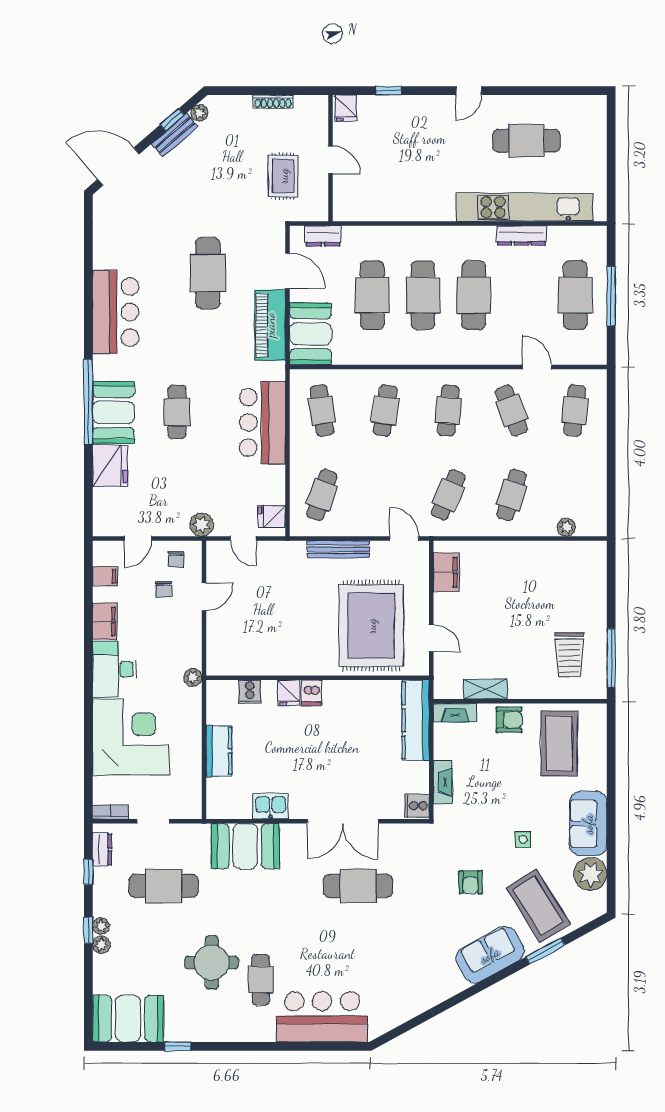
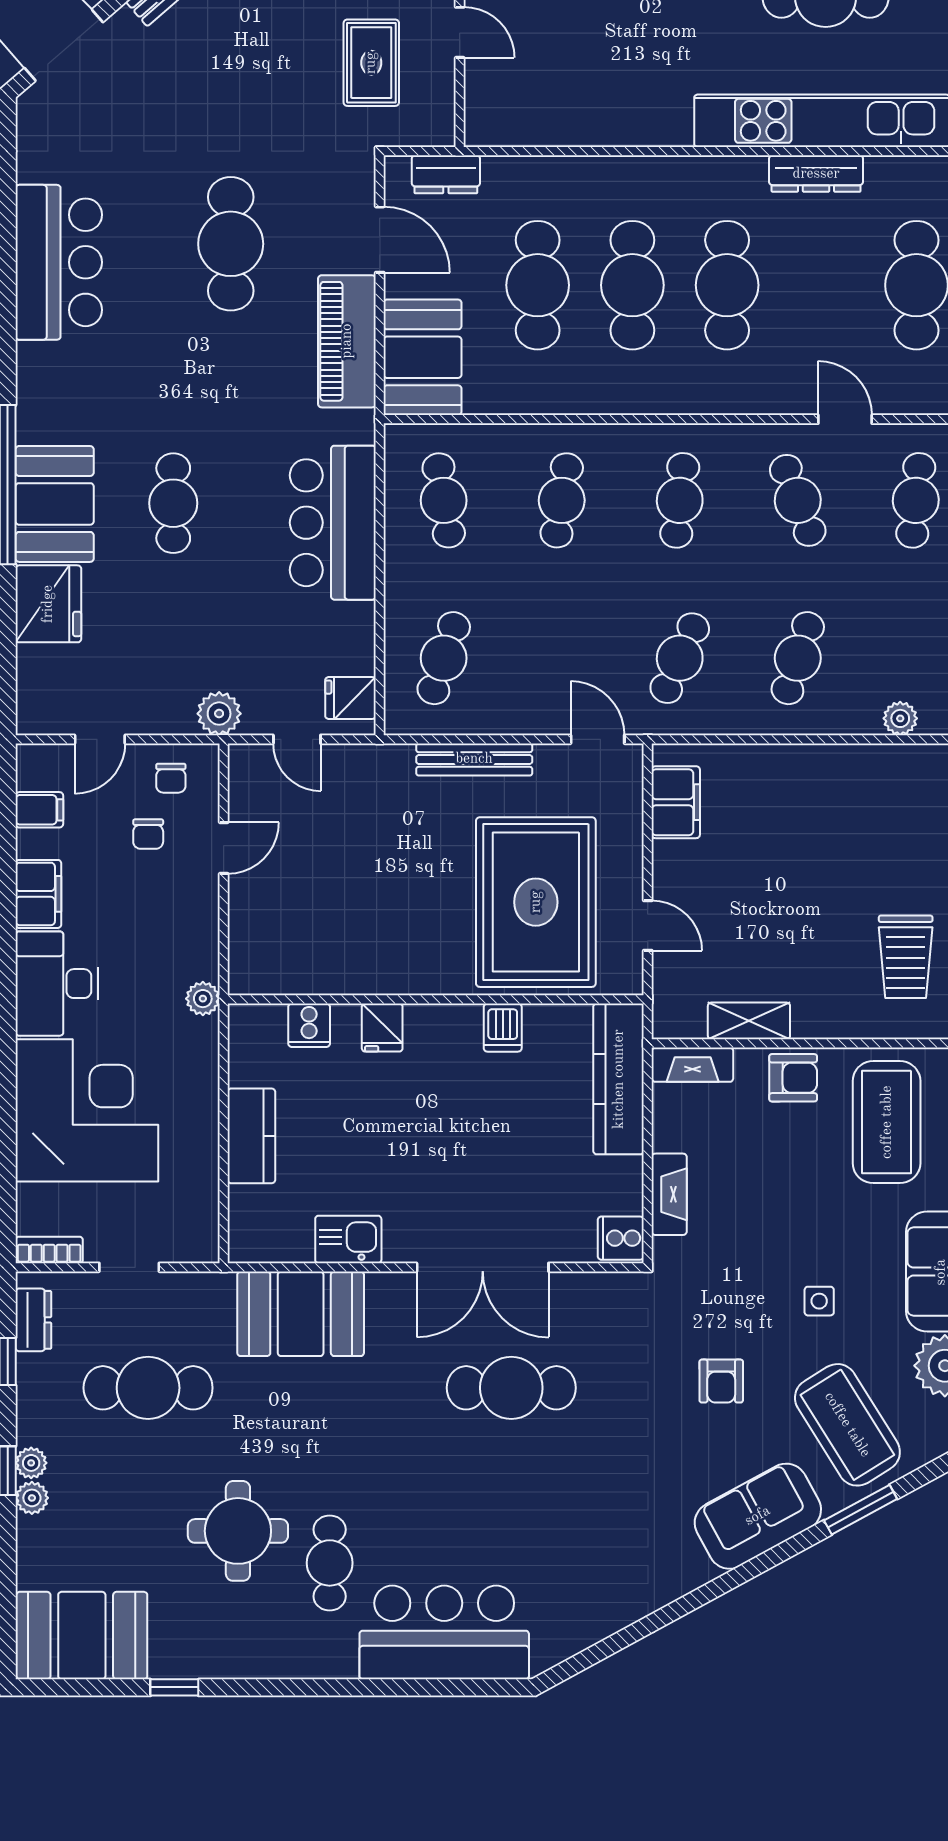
bar counter: (116, 312) -> (59, 262), moved
dishwasher: (312, 693) -> (503, 1028), moved

